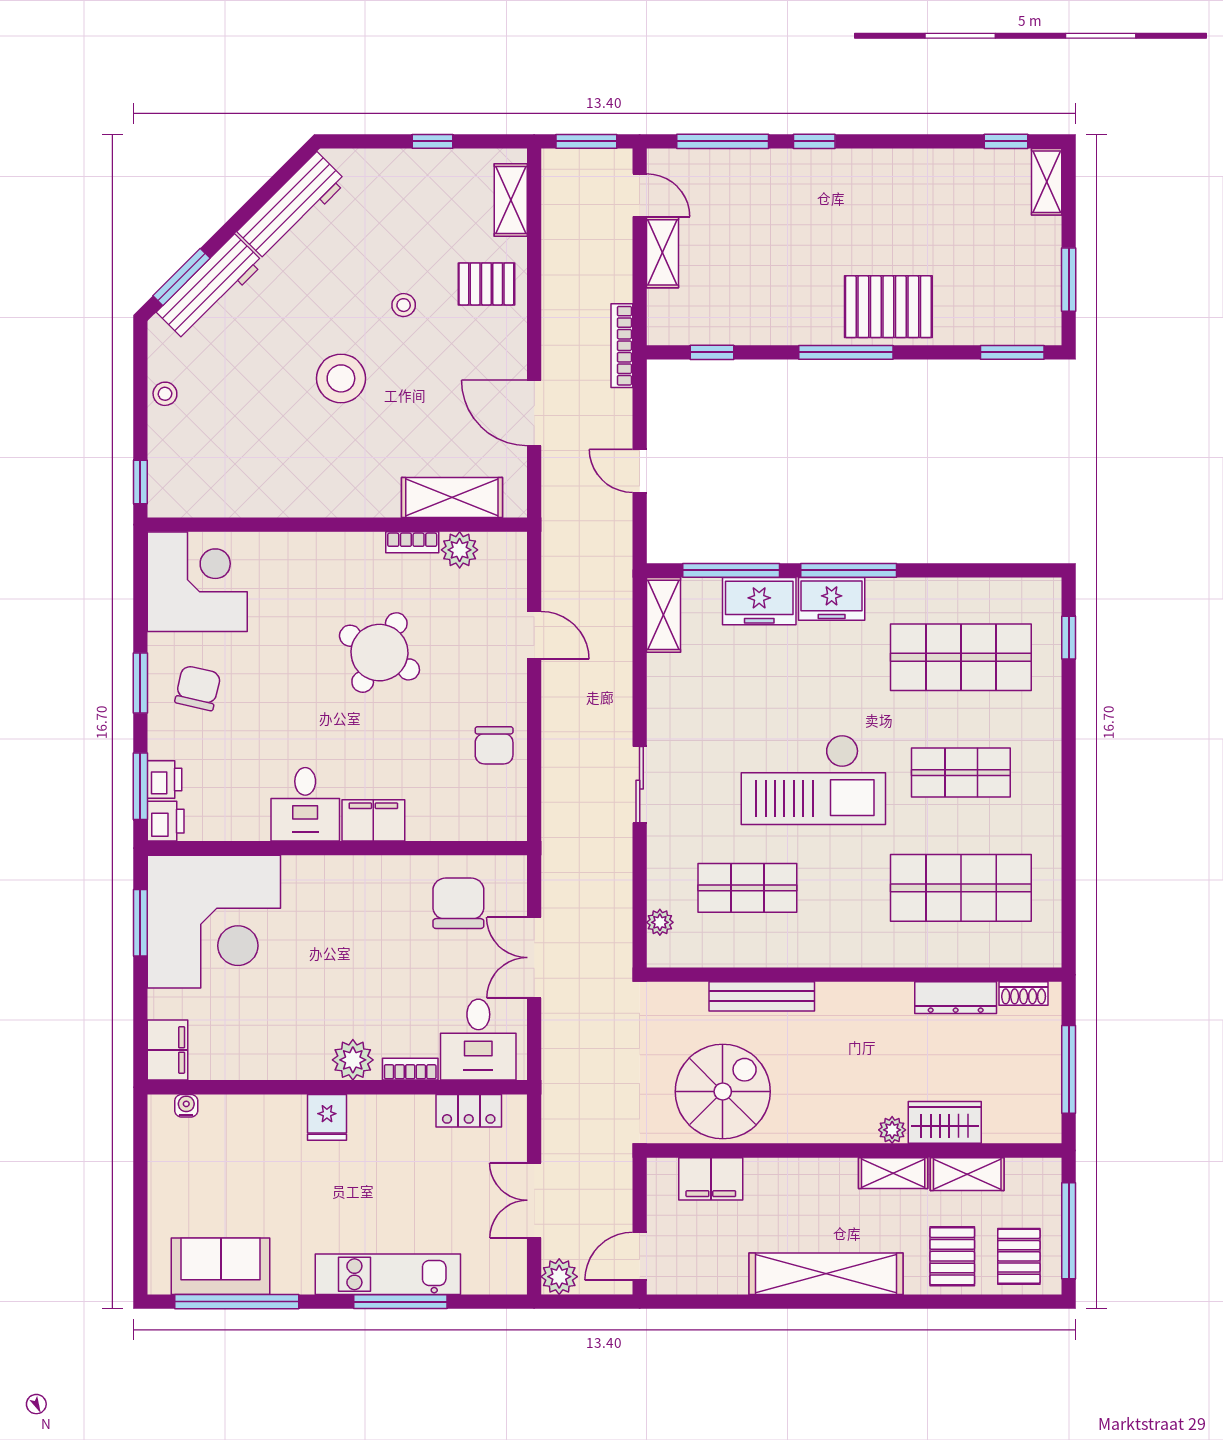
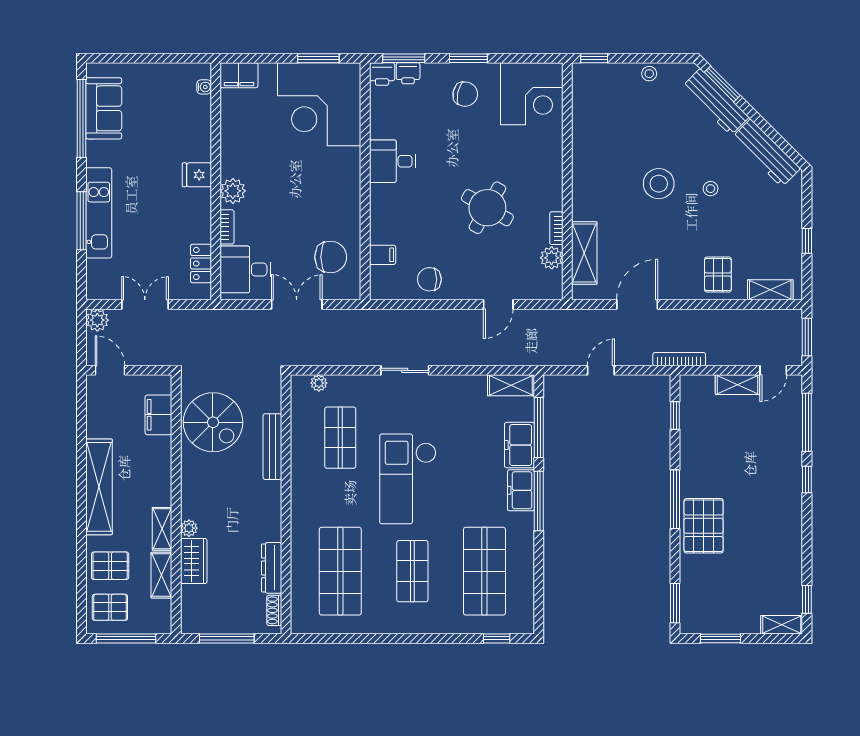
stool: (404, 305) -> (711, 189), moved
filing cabinet: (373, 820) -> (383, 255), moved, width x0.50

